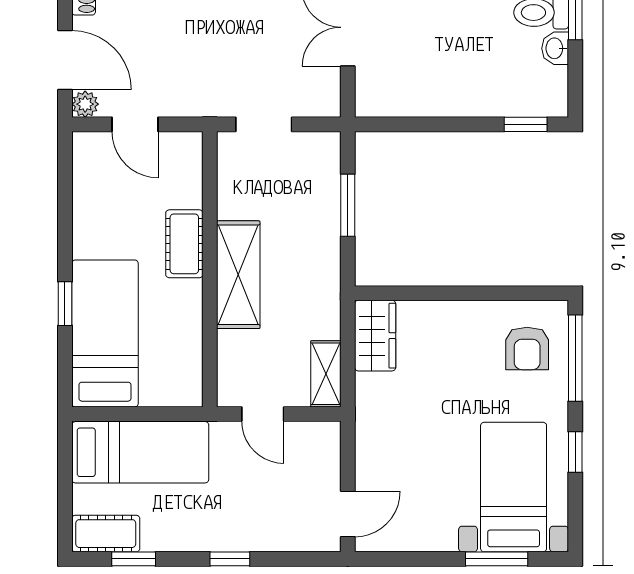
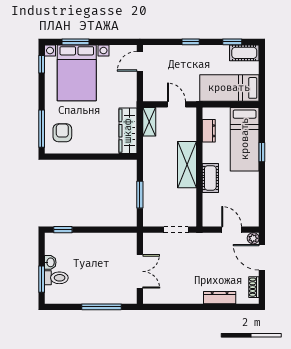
wardrobe: (375, 336) -> (128, 131), width x1.50
dresser: (188, 353) -> (209, 131), added
window: (575, 452) -> (42, 64), moved
bed with nightstands: (514, 487) -> (77, 73), width x1.36

